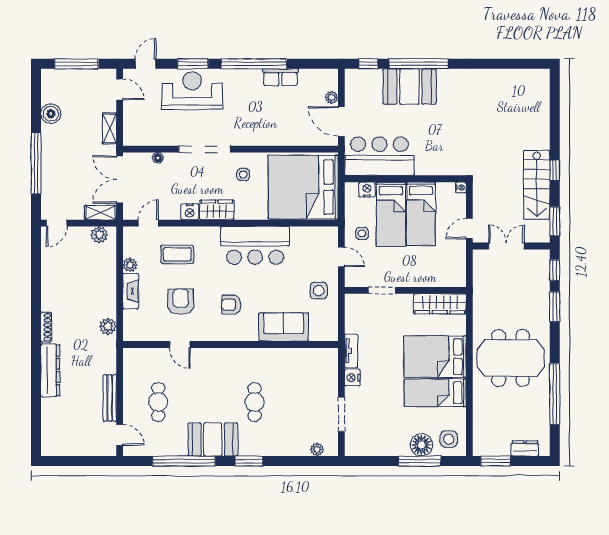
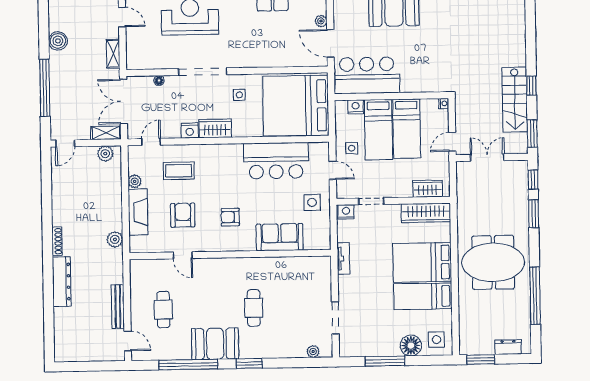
bar counter: (255, 245) -> (276, 161), moved
wardrobe: (442, 278) -> (428, 189), added
fireplace: (131, 291) -> (138, 212), width x1.37, depth x1.32
nightstand: (352, 378) -> (346, 212), moved, turned 90
window: (420, 461) -> (385, 361), moved

